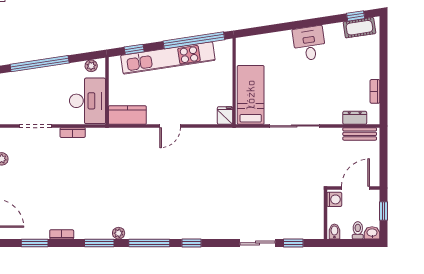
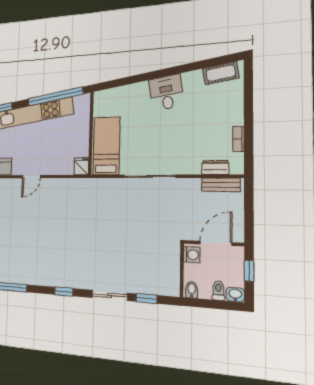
window: (356, 16) -> (216, 61), removed
window: (192, 243) -> (64, 291), moved

